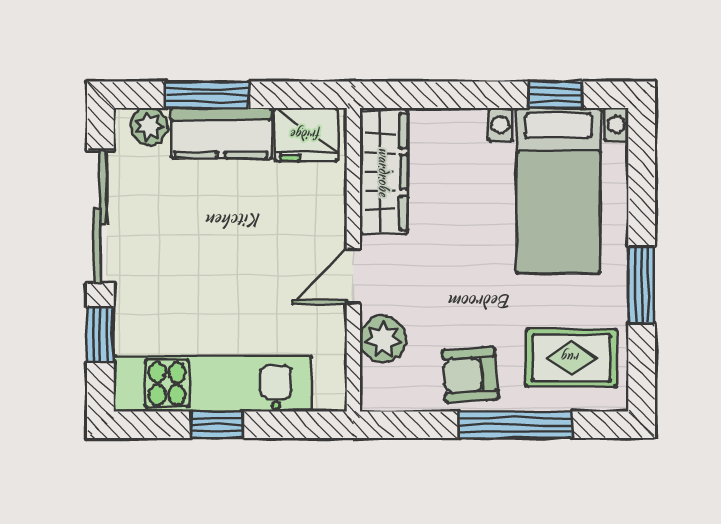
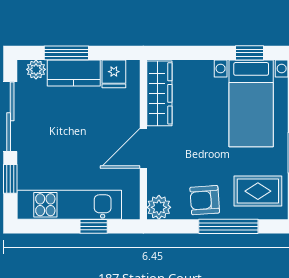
fridge: (306, 135) -> (114, 74), width x0.72
door: (353, 276) -> (143, 148), width x1.38
plant: (383, 339) -> (159, 207), moved
window: (217, 425) -> (94, 226), moved

